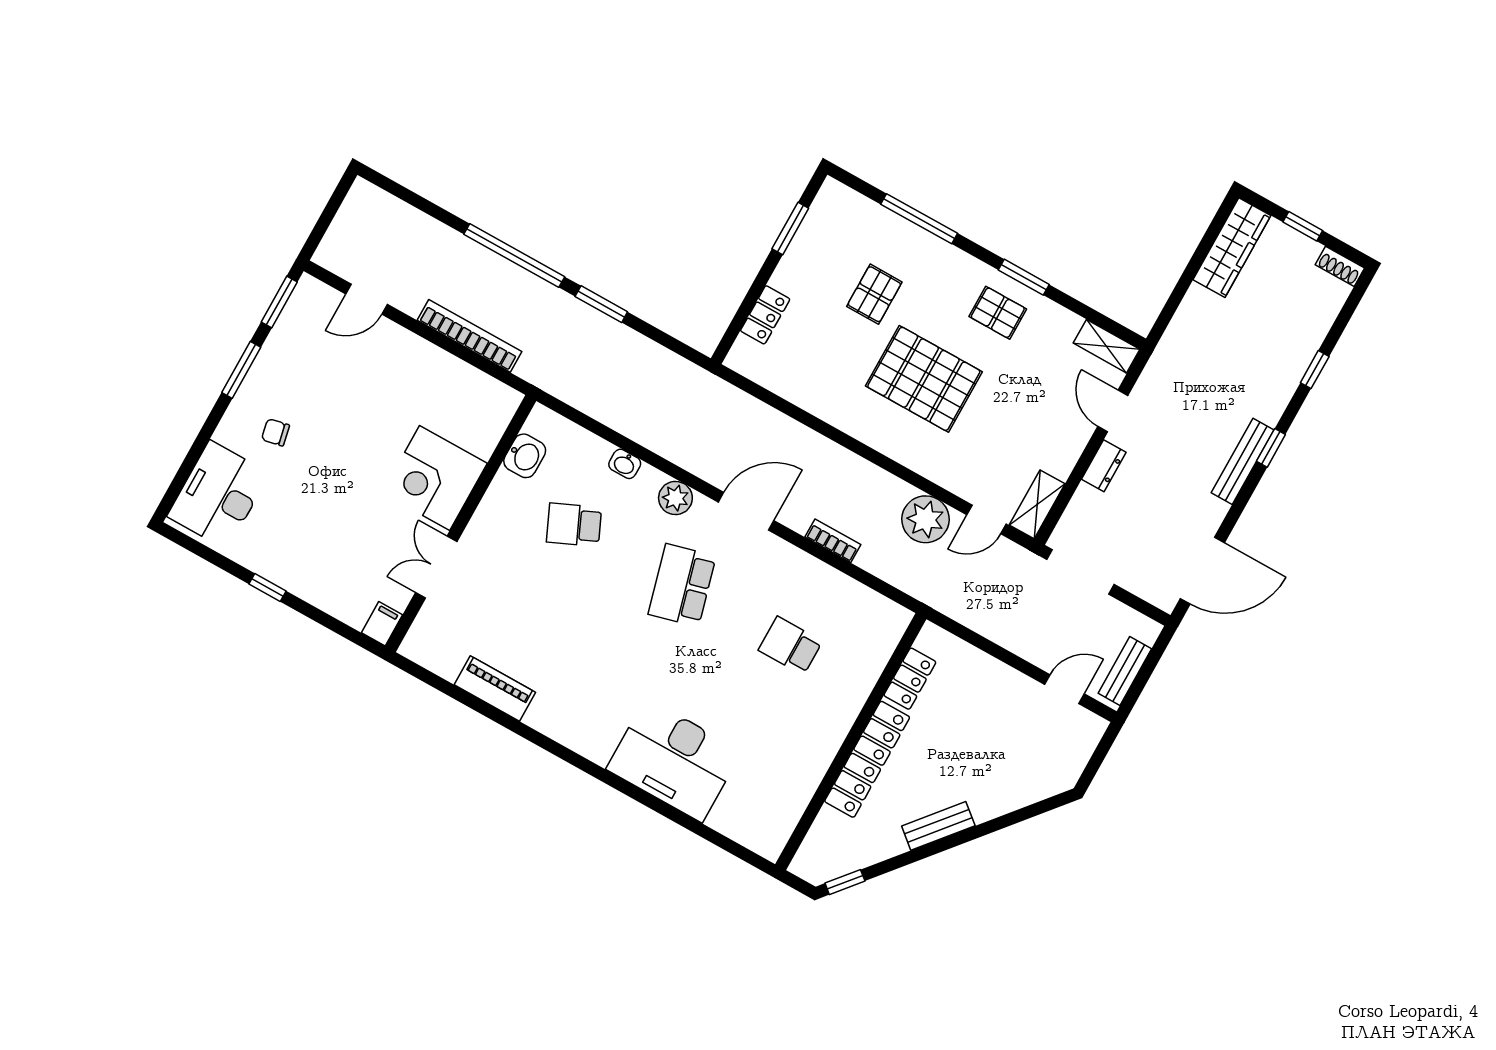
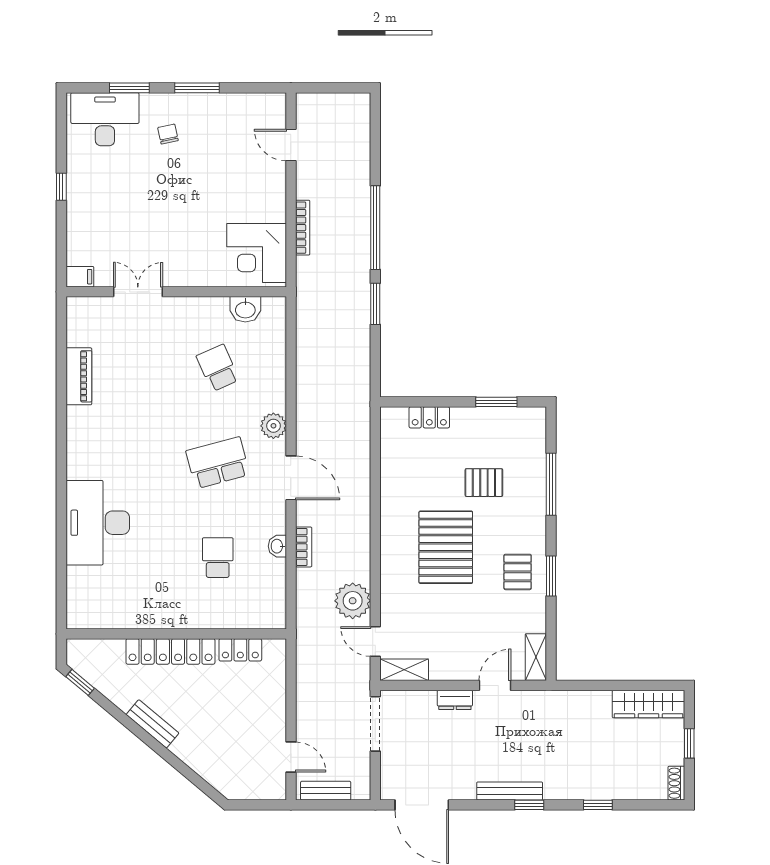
window: (279, 302) -> (129, 88), moved
bookcase: (469, 336) -> (303, 228), width x0.68, depth x0.76
washbasin: (625, 464) -> (277, 546), moved
corner desk: (435, 478) -> (257, 253), moved, turned -90

